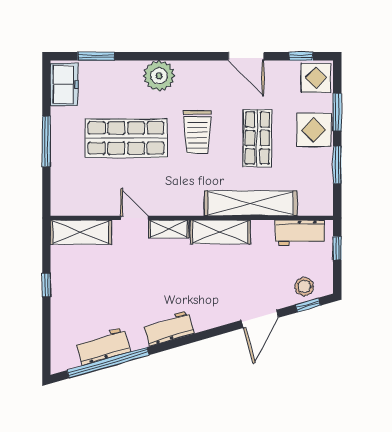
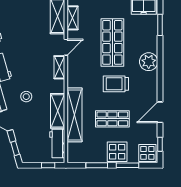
shelving: (84, 207) -> (72, 18), added
shelving: (220, 232) -> (58, 111), moved
stool: (304, 287) -> (26, 97), moved

